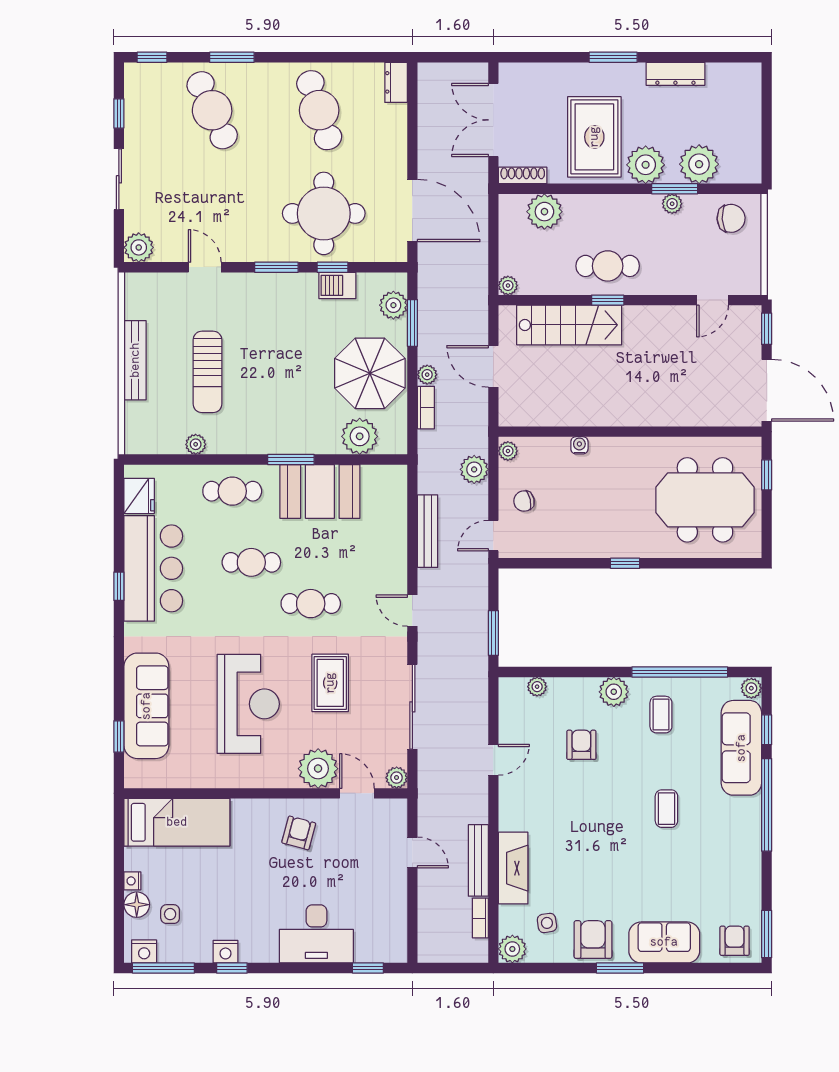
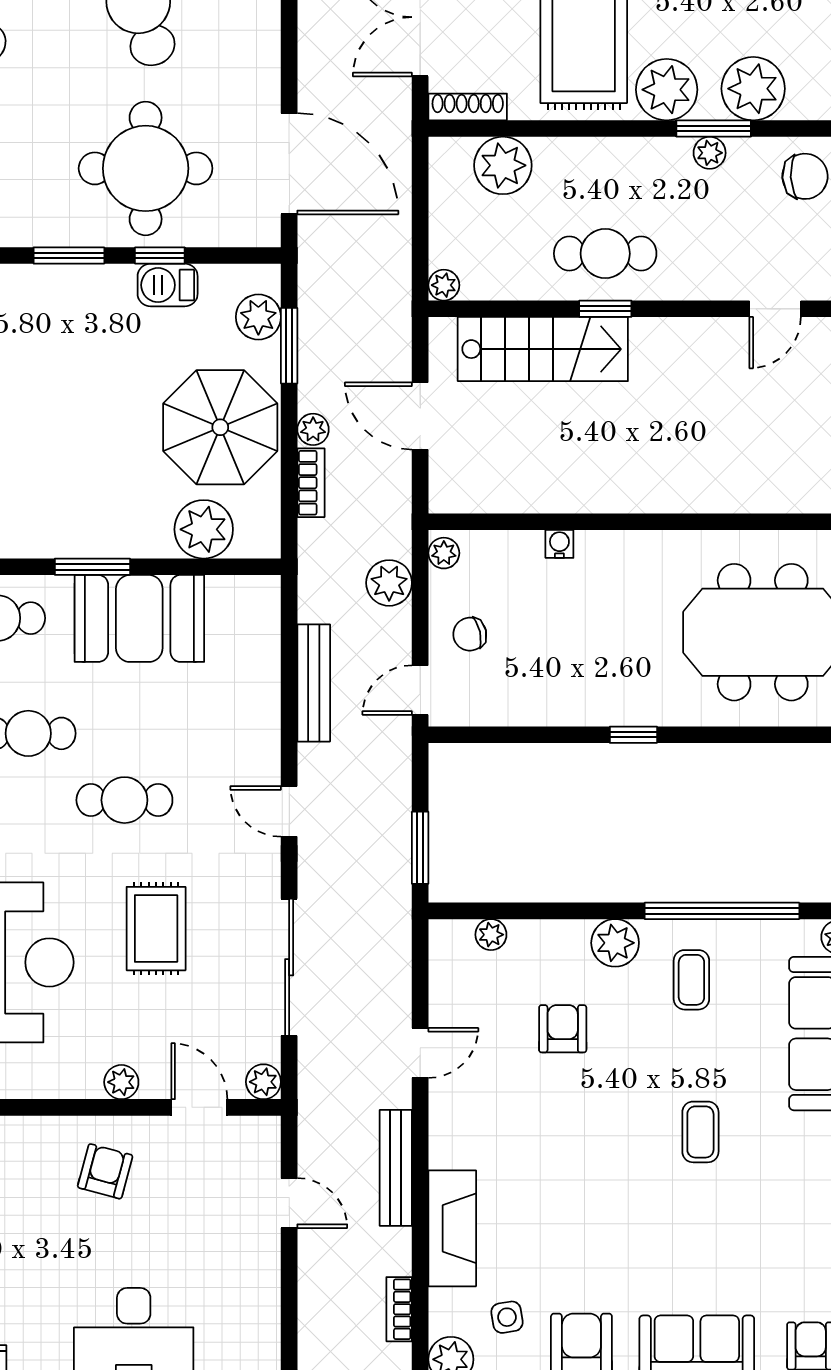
plant: (318, 769) -> (121, 1082), width x0.53, depth x0.53
bench: (478, 860) -> (396, 1168), moved

